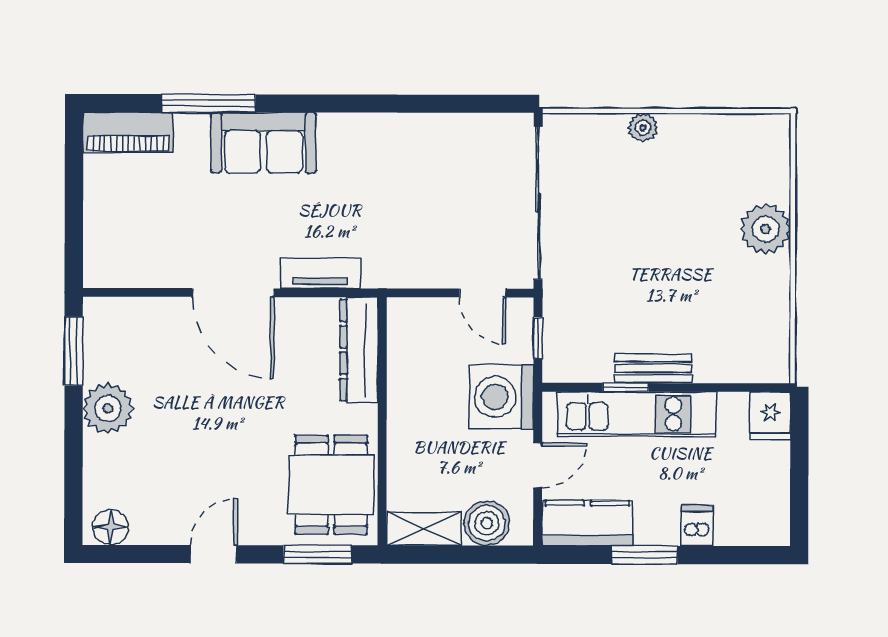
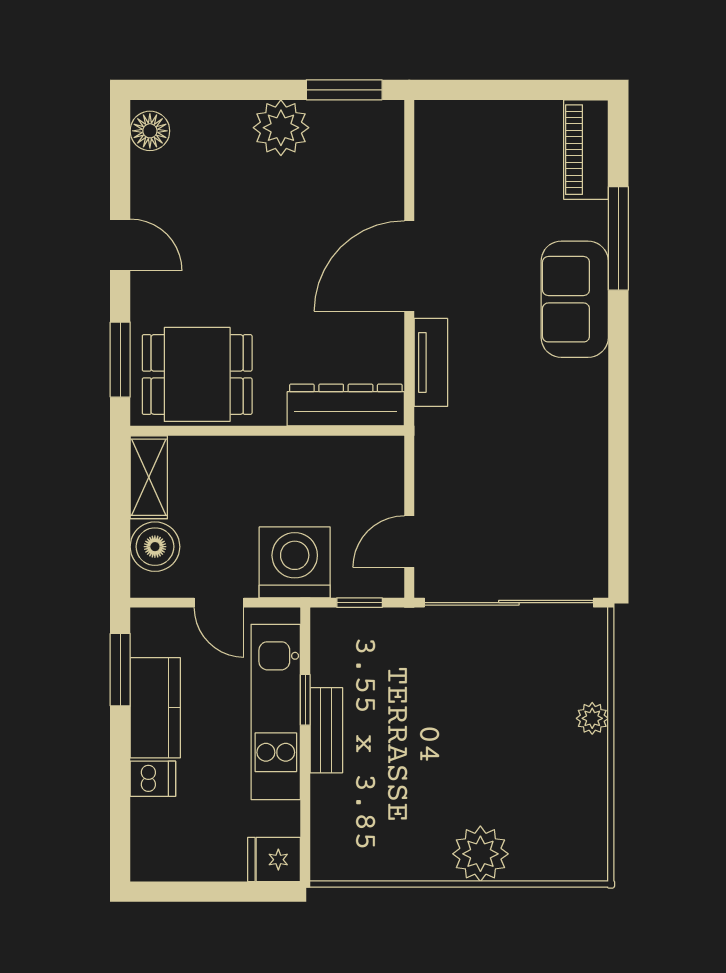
kitchen counter: (587, 523) -> (155, 708), moved
window: (644, 555) -> (120, 670), moved

